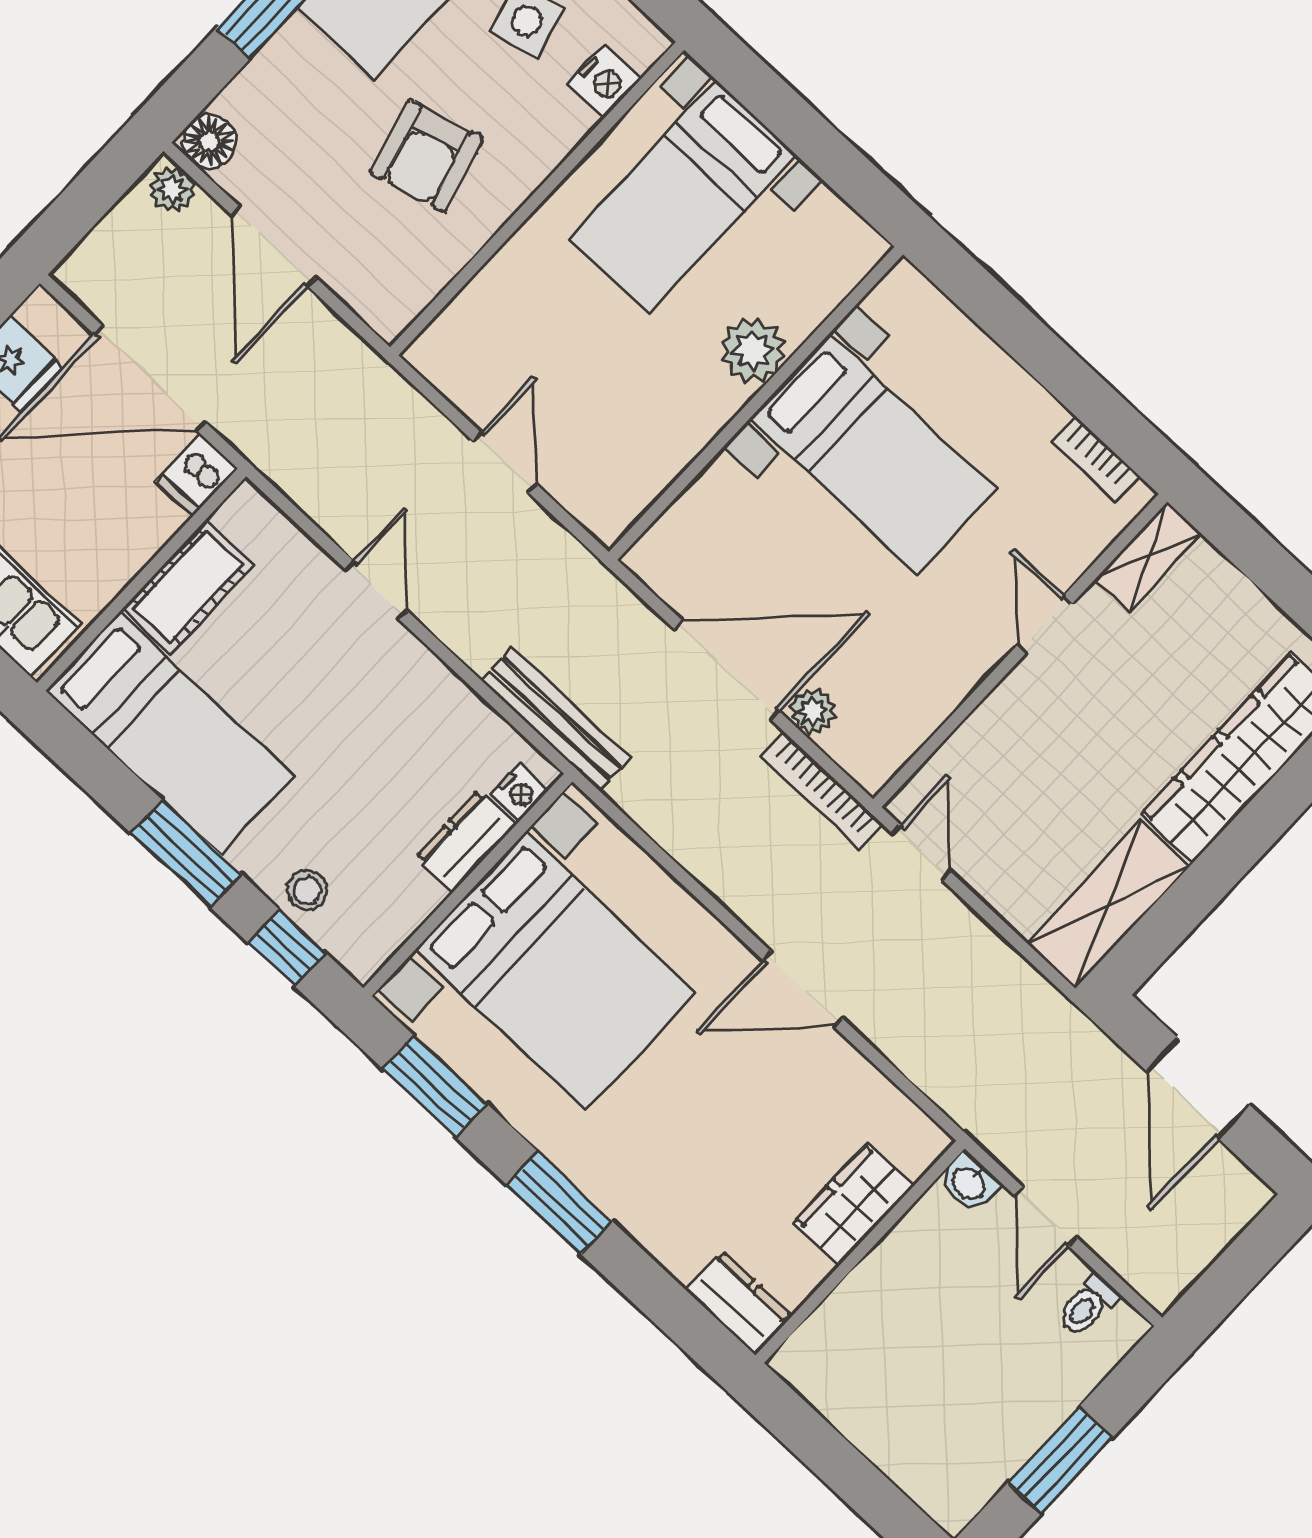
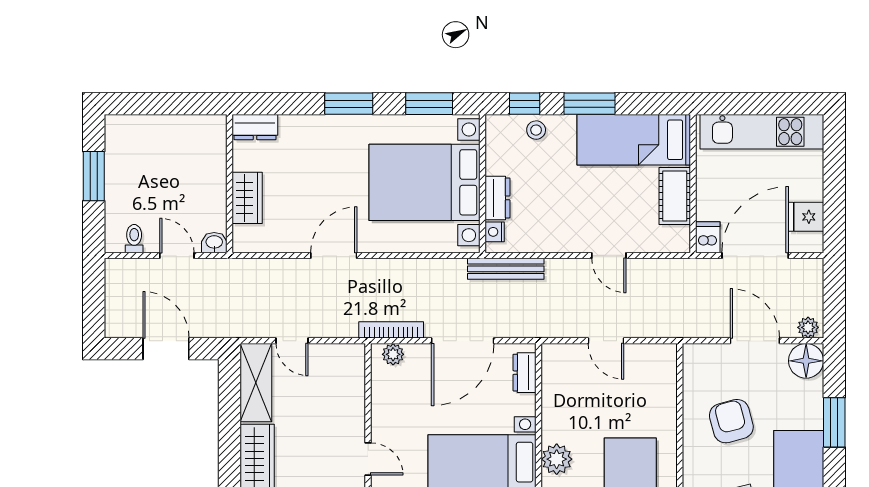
floor lamp: (209, 141) -> (806, 361), width x1.38, depth x1.38
dresser: (677, 531) -> (525, 373), added
plant: (813, 711) -> (393, 354), moved
door: (921, 852) -> (292, 341), moved

